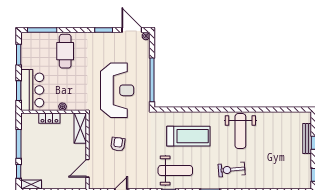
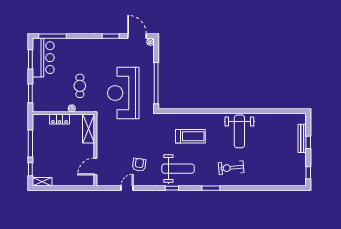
cafe table: (65, 51) -> (80, 86), moved, width x0.73, depth x0.74
bar counter: (32, 90) -> (43, 58), moved
reception desk: (117, 90) -> (123, 93), turned 180
treadmill: (188, 136) -> (190, 136), width x0.73, depth x0.73
armchair: (118, 144) -> (139, 165), moved

